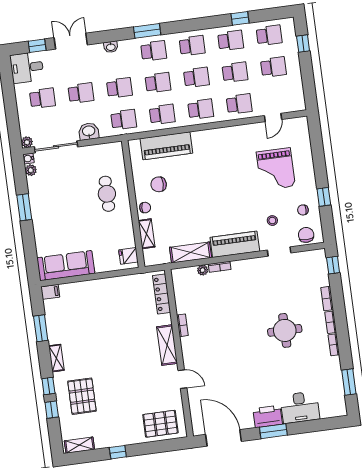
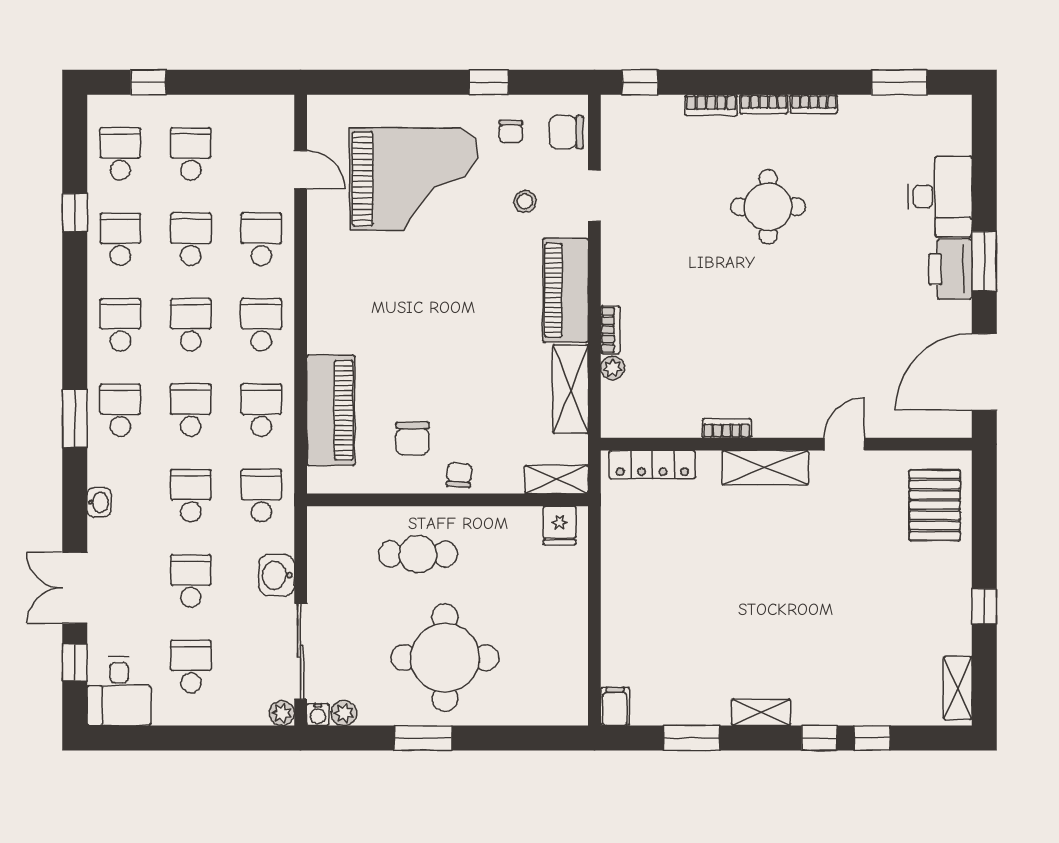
grand piano: (276, 169) -> (414, 179), width x1.37, depth x1.48
round table: (62, 212) -> (445, 658), added
shelving: (147, 234) -> (557, 479), moved
sofa: (66, 266) -> (562, 665), removed
pallet: (82, 396) -> (852, 668), removed

